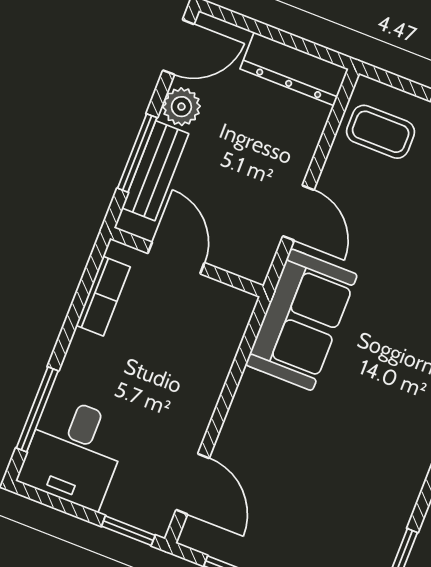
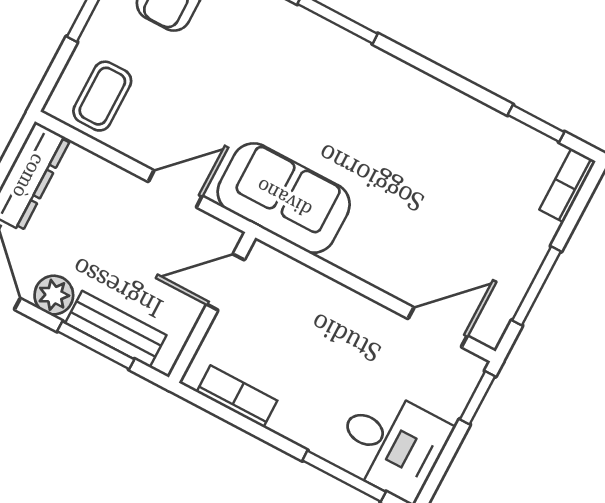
door: (176, 258) -> (225, 282), moved

